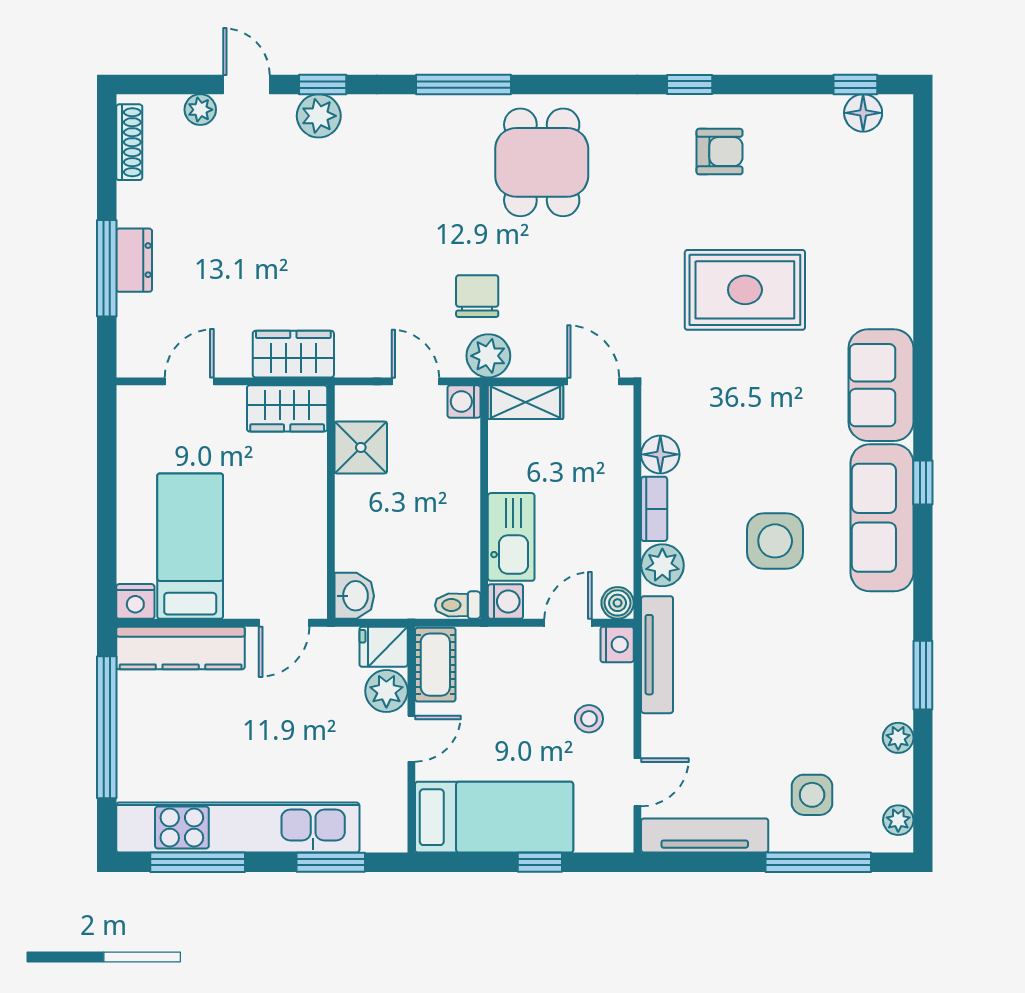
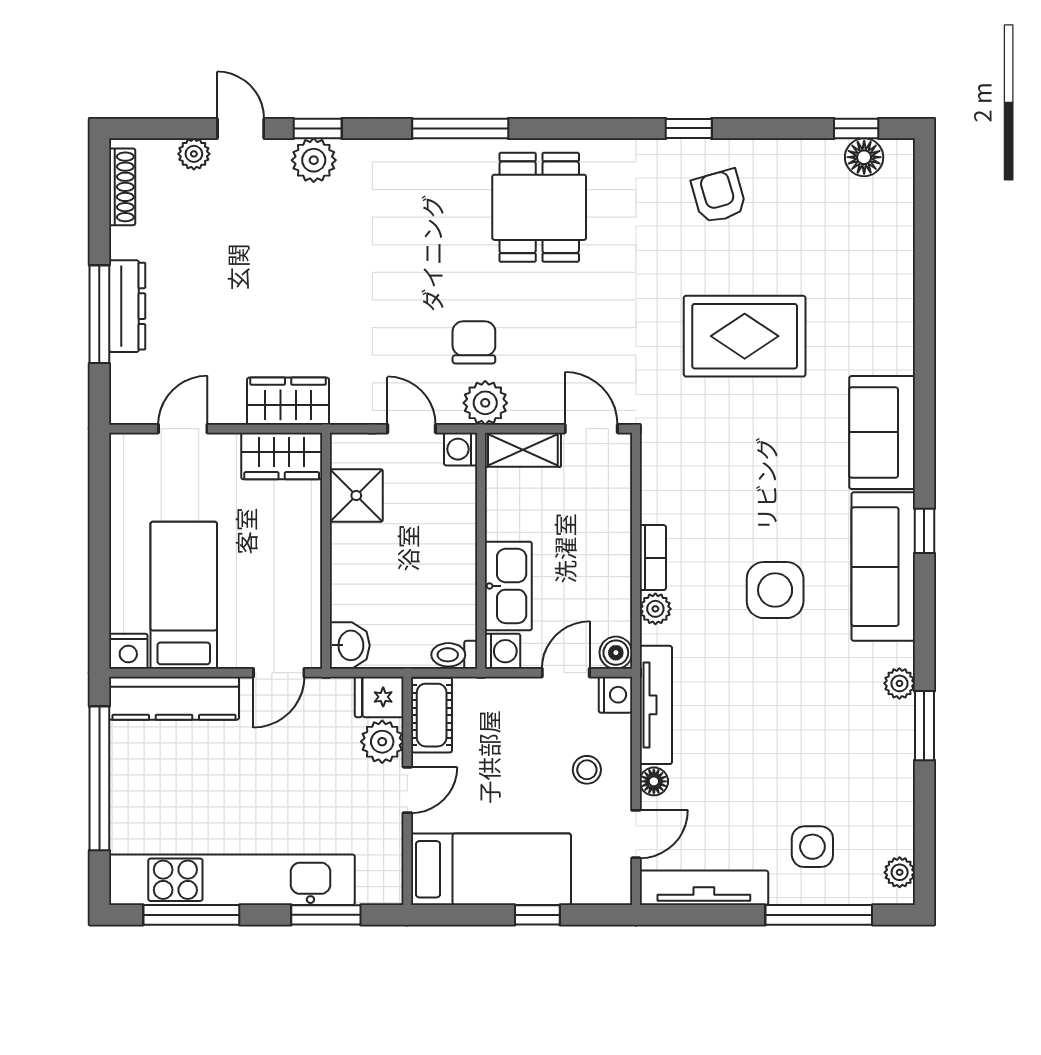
armchair: (720, 152) -> (719, 196), turned -106
dresser: (134, 260) -> (127, 306), width x1.44
floor lamp: (660, 454) -> (654, 781), moved, width x0.73, depth x0.73
plant: (662, 565) -> (655, 609), width x0.73, depth x0.73
plant: (898, 738) -> (899, 683), moved

